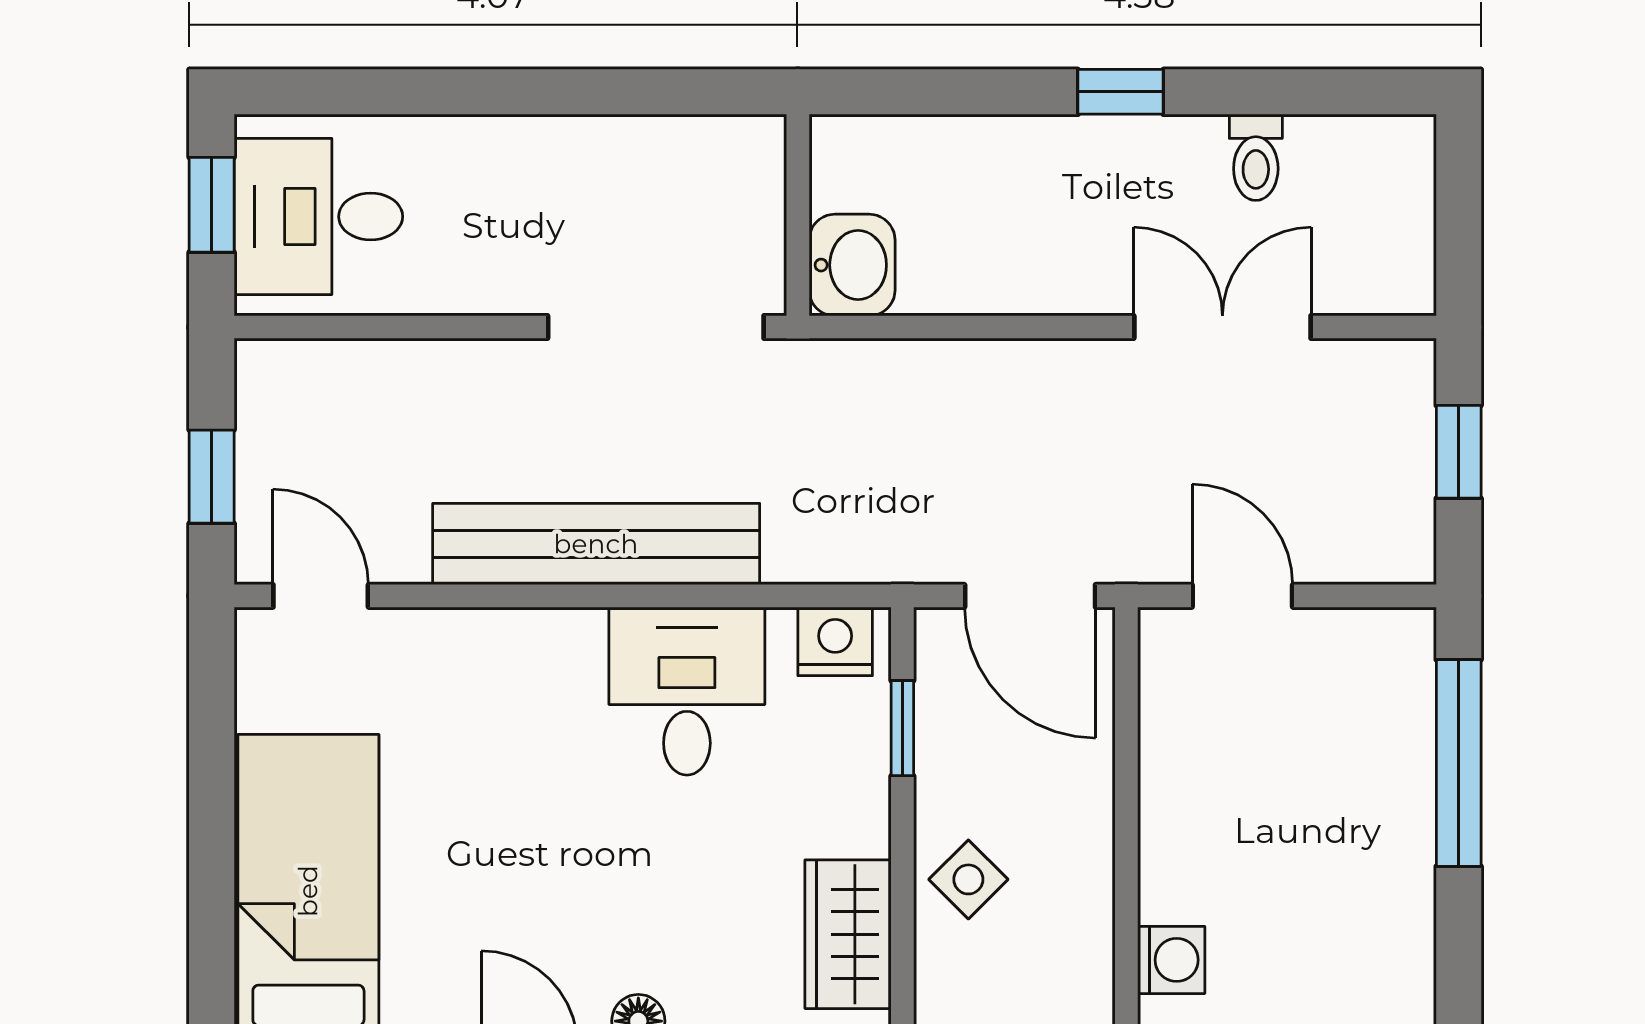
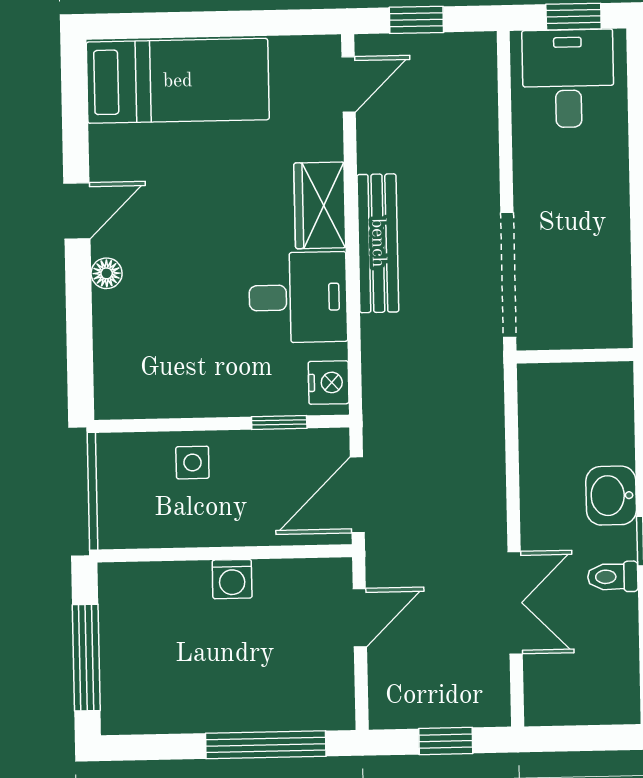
toilet: (1256, 157) -> (613, 577), moved
washbasin: (852, 265) -> (611, 496), moved, turned 90
bench: (596, 544) -> (378, 243), width x0.73, depth x0.82
side table: (968, 879) -> (192, 463), turned 45
wardrobe: (848, 934) -> (320, 205), moved, turned -90
washing machine: (1171, 960) -> (232, 579), moved

